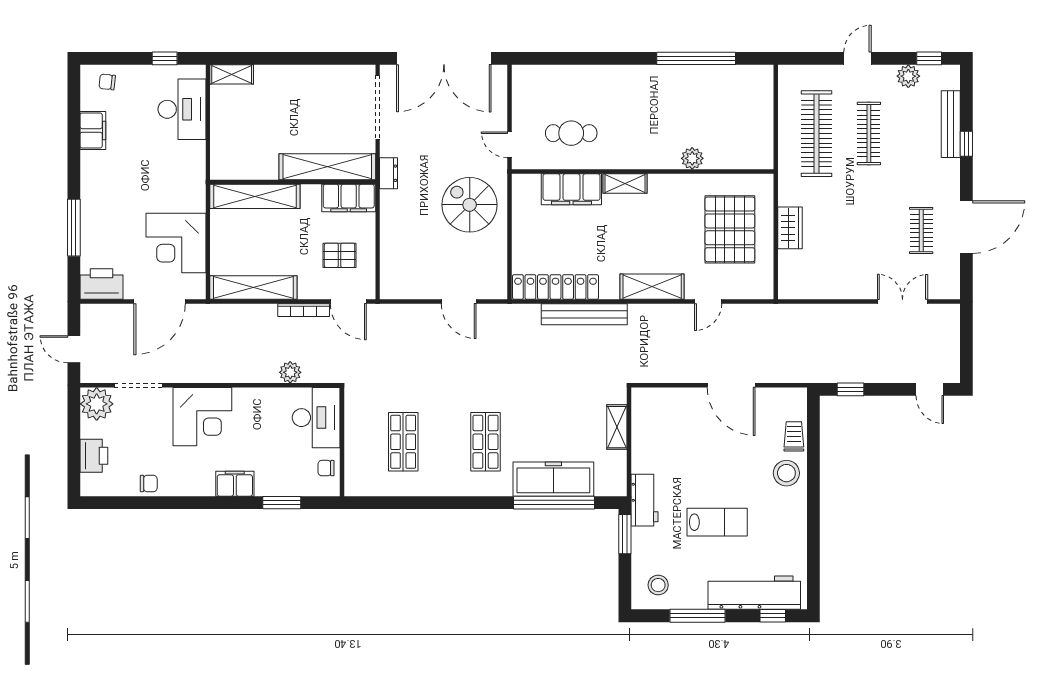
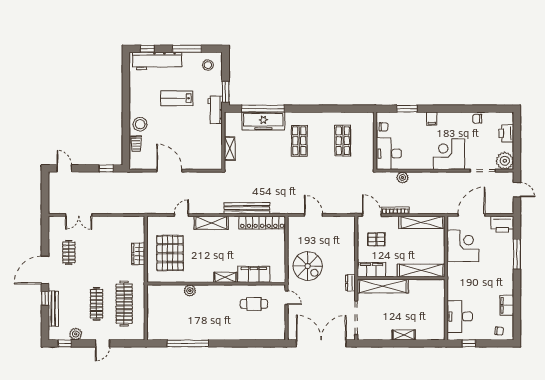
shelving: (232, 74) -> (404, 335), moved
door: (966, 227) -> (45, 270), moved
filing cabinet: (235, 484) -> (432, 119), width x0.50

